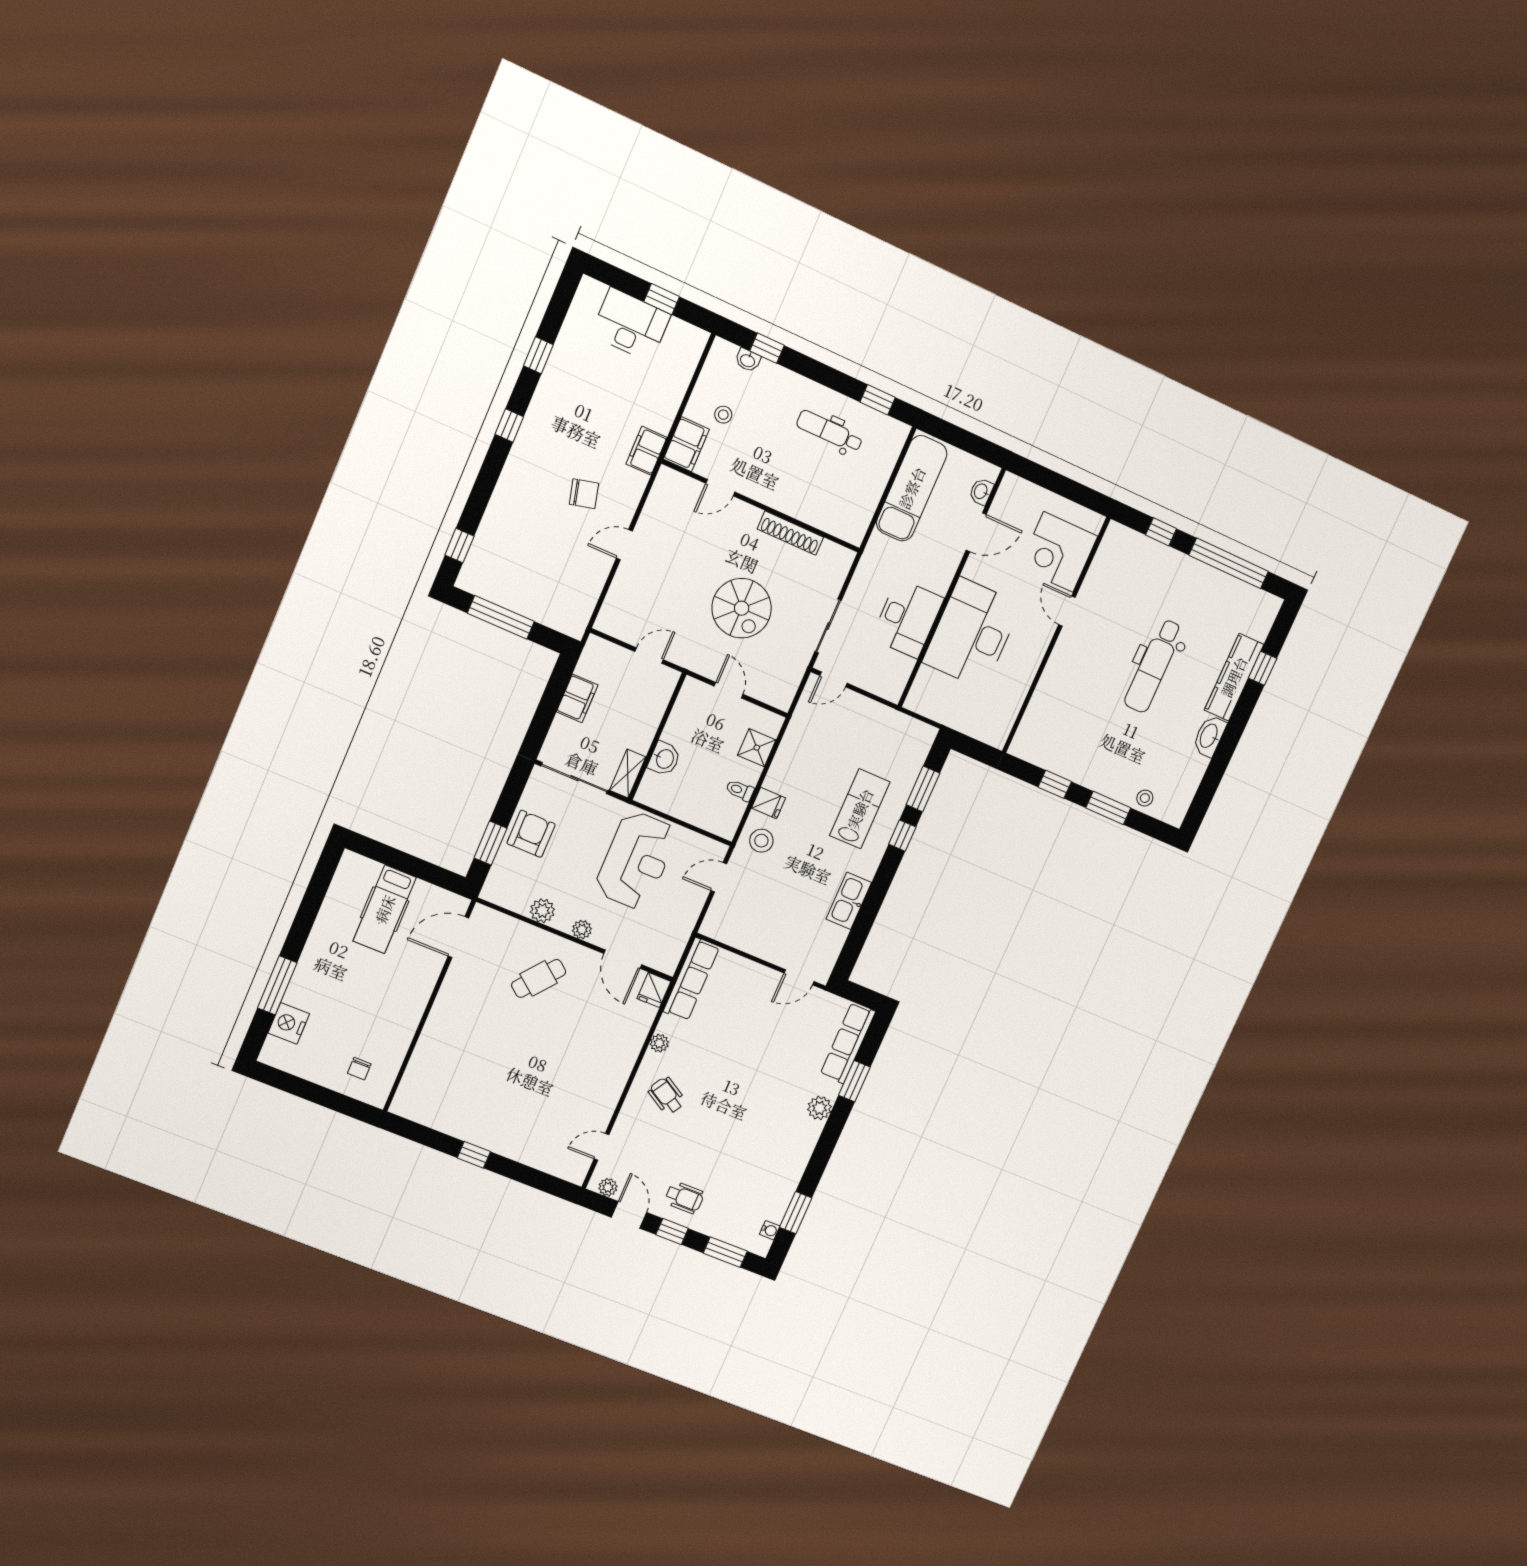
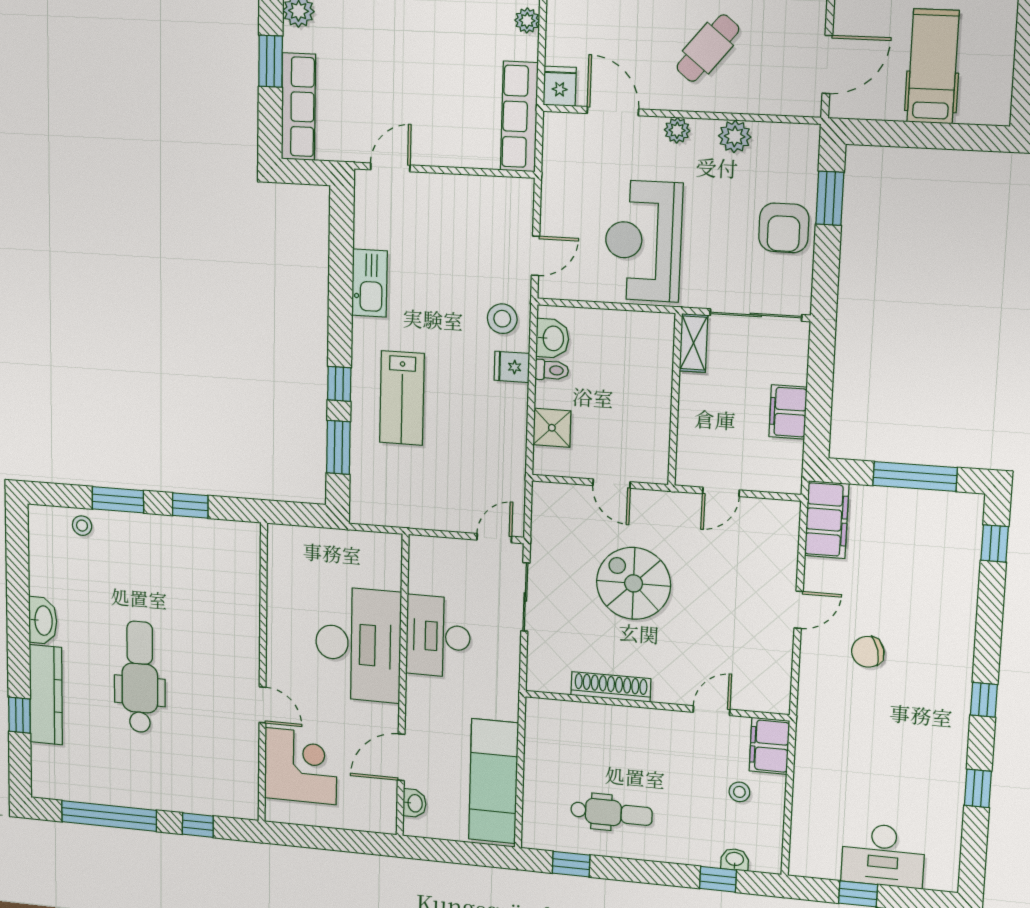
filing cabinet: (646, 451) -> (827, 520), moved, width x1.50, depth x1.17
washbasin: (664, 759) -> (552, 338), moved, turned 180

